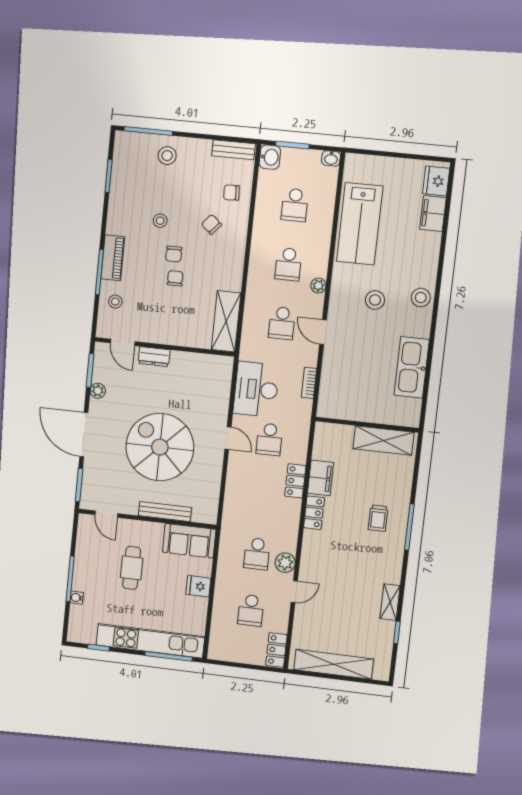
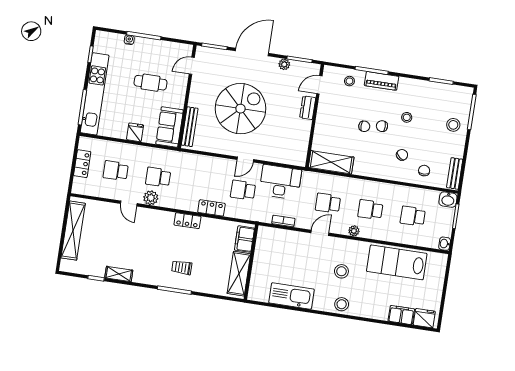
filing cabinet: (320, 478) -> (244, 239), moved, turned 90
bench: (165, 512) -> (190, 127), moved
locker: (276, 650) -> (82, 164), moved, turned 90

